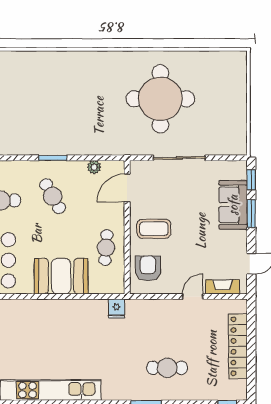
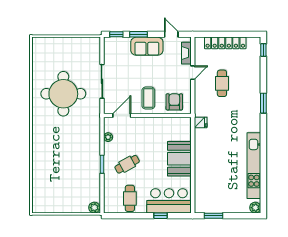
door: (127, 188) -> (122, 116), swing flipped
sofa: (233, 205) -> (147, 46), moved
cafe table: (106, 248) -> (161, 129), removed
armchair: (148, 268) -> (174, 102), turned 90
door: (193, 296) -> (193, 73), swing flipped
cafe table: (167, 368) -> (222, 83), moved

